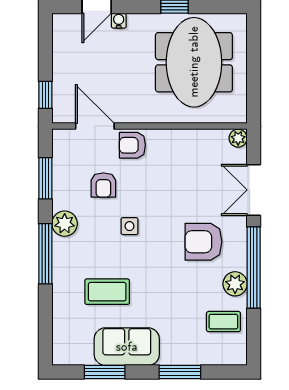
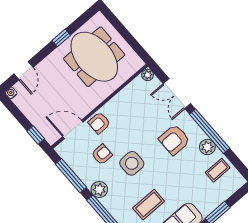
water cooler: (119, 21) -> (11, 93), moved
window: (45, 178) -> (71, 176), width x1.44
armchair: (103, 185) -> (102, 154), turned -90
side table: (130, 226) -> (132, 163), width x1.87, depth x1.87

